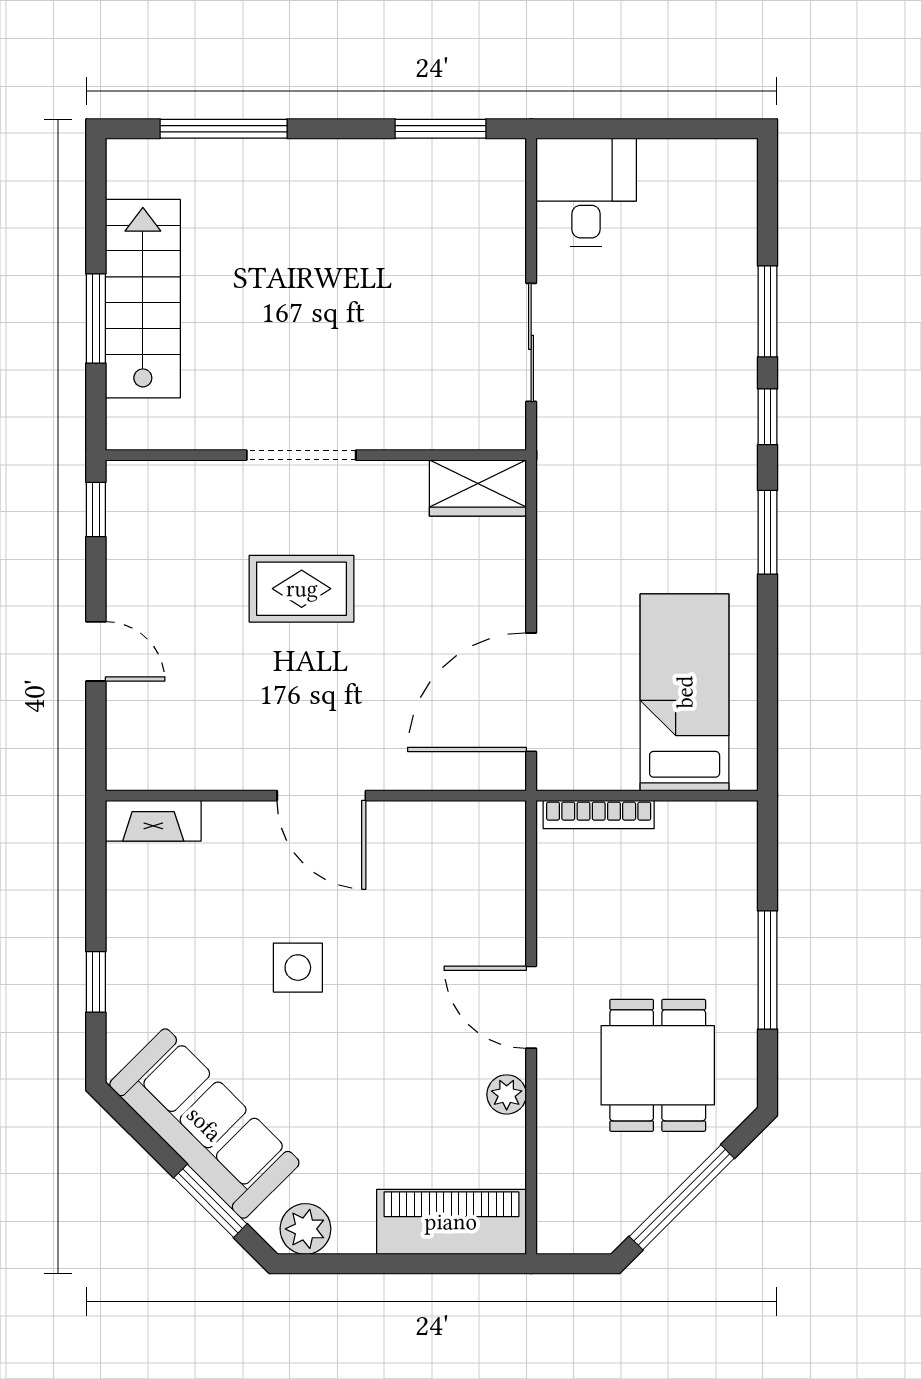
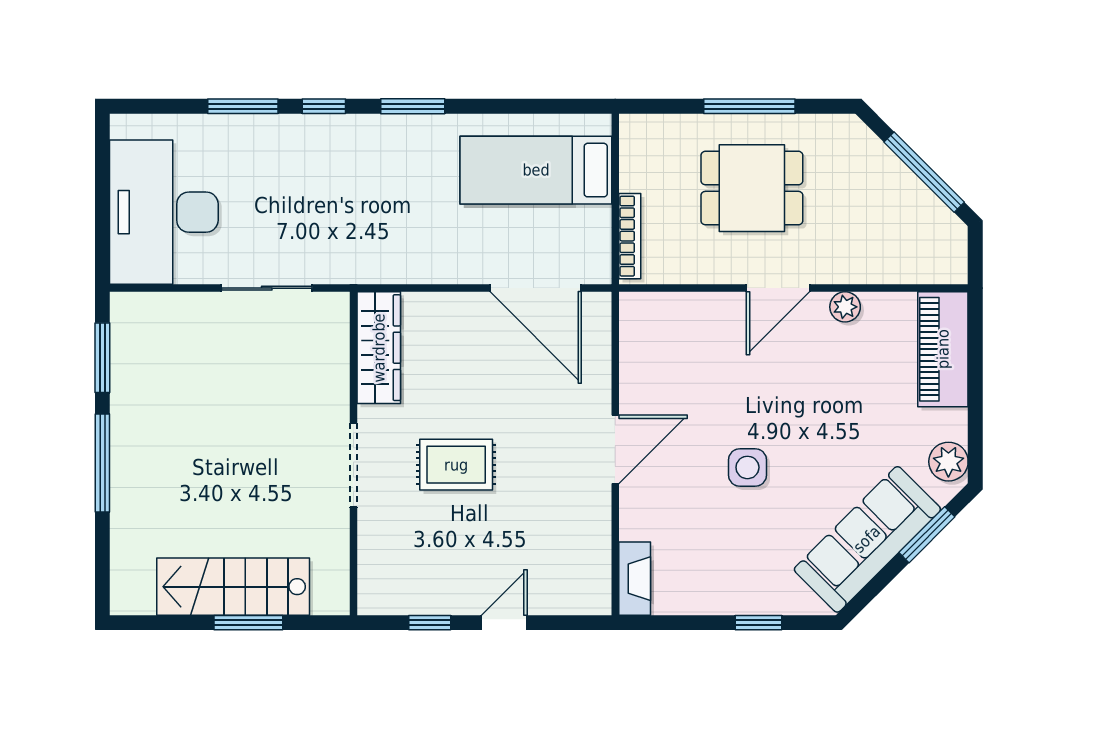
window: (224, 129) -> (102, 463), moved
desk: (586, 192) -> (164, 212), width x1.87, depth x1.30
wardrobe: (478, 488) -> (379, 348), width x1.50
window: (96, 509) -> (430, 623), moved
rug: (302, 589) -> (456, 465), turned 90
dining table: (658, 1065) -> (752, 188), moved

